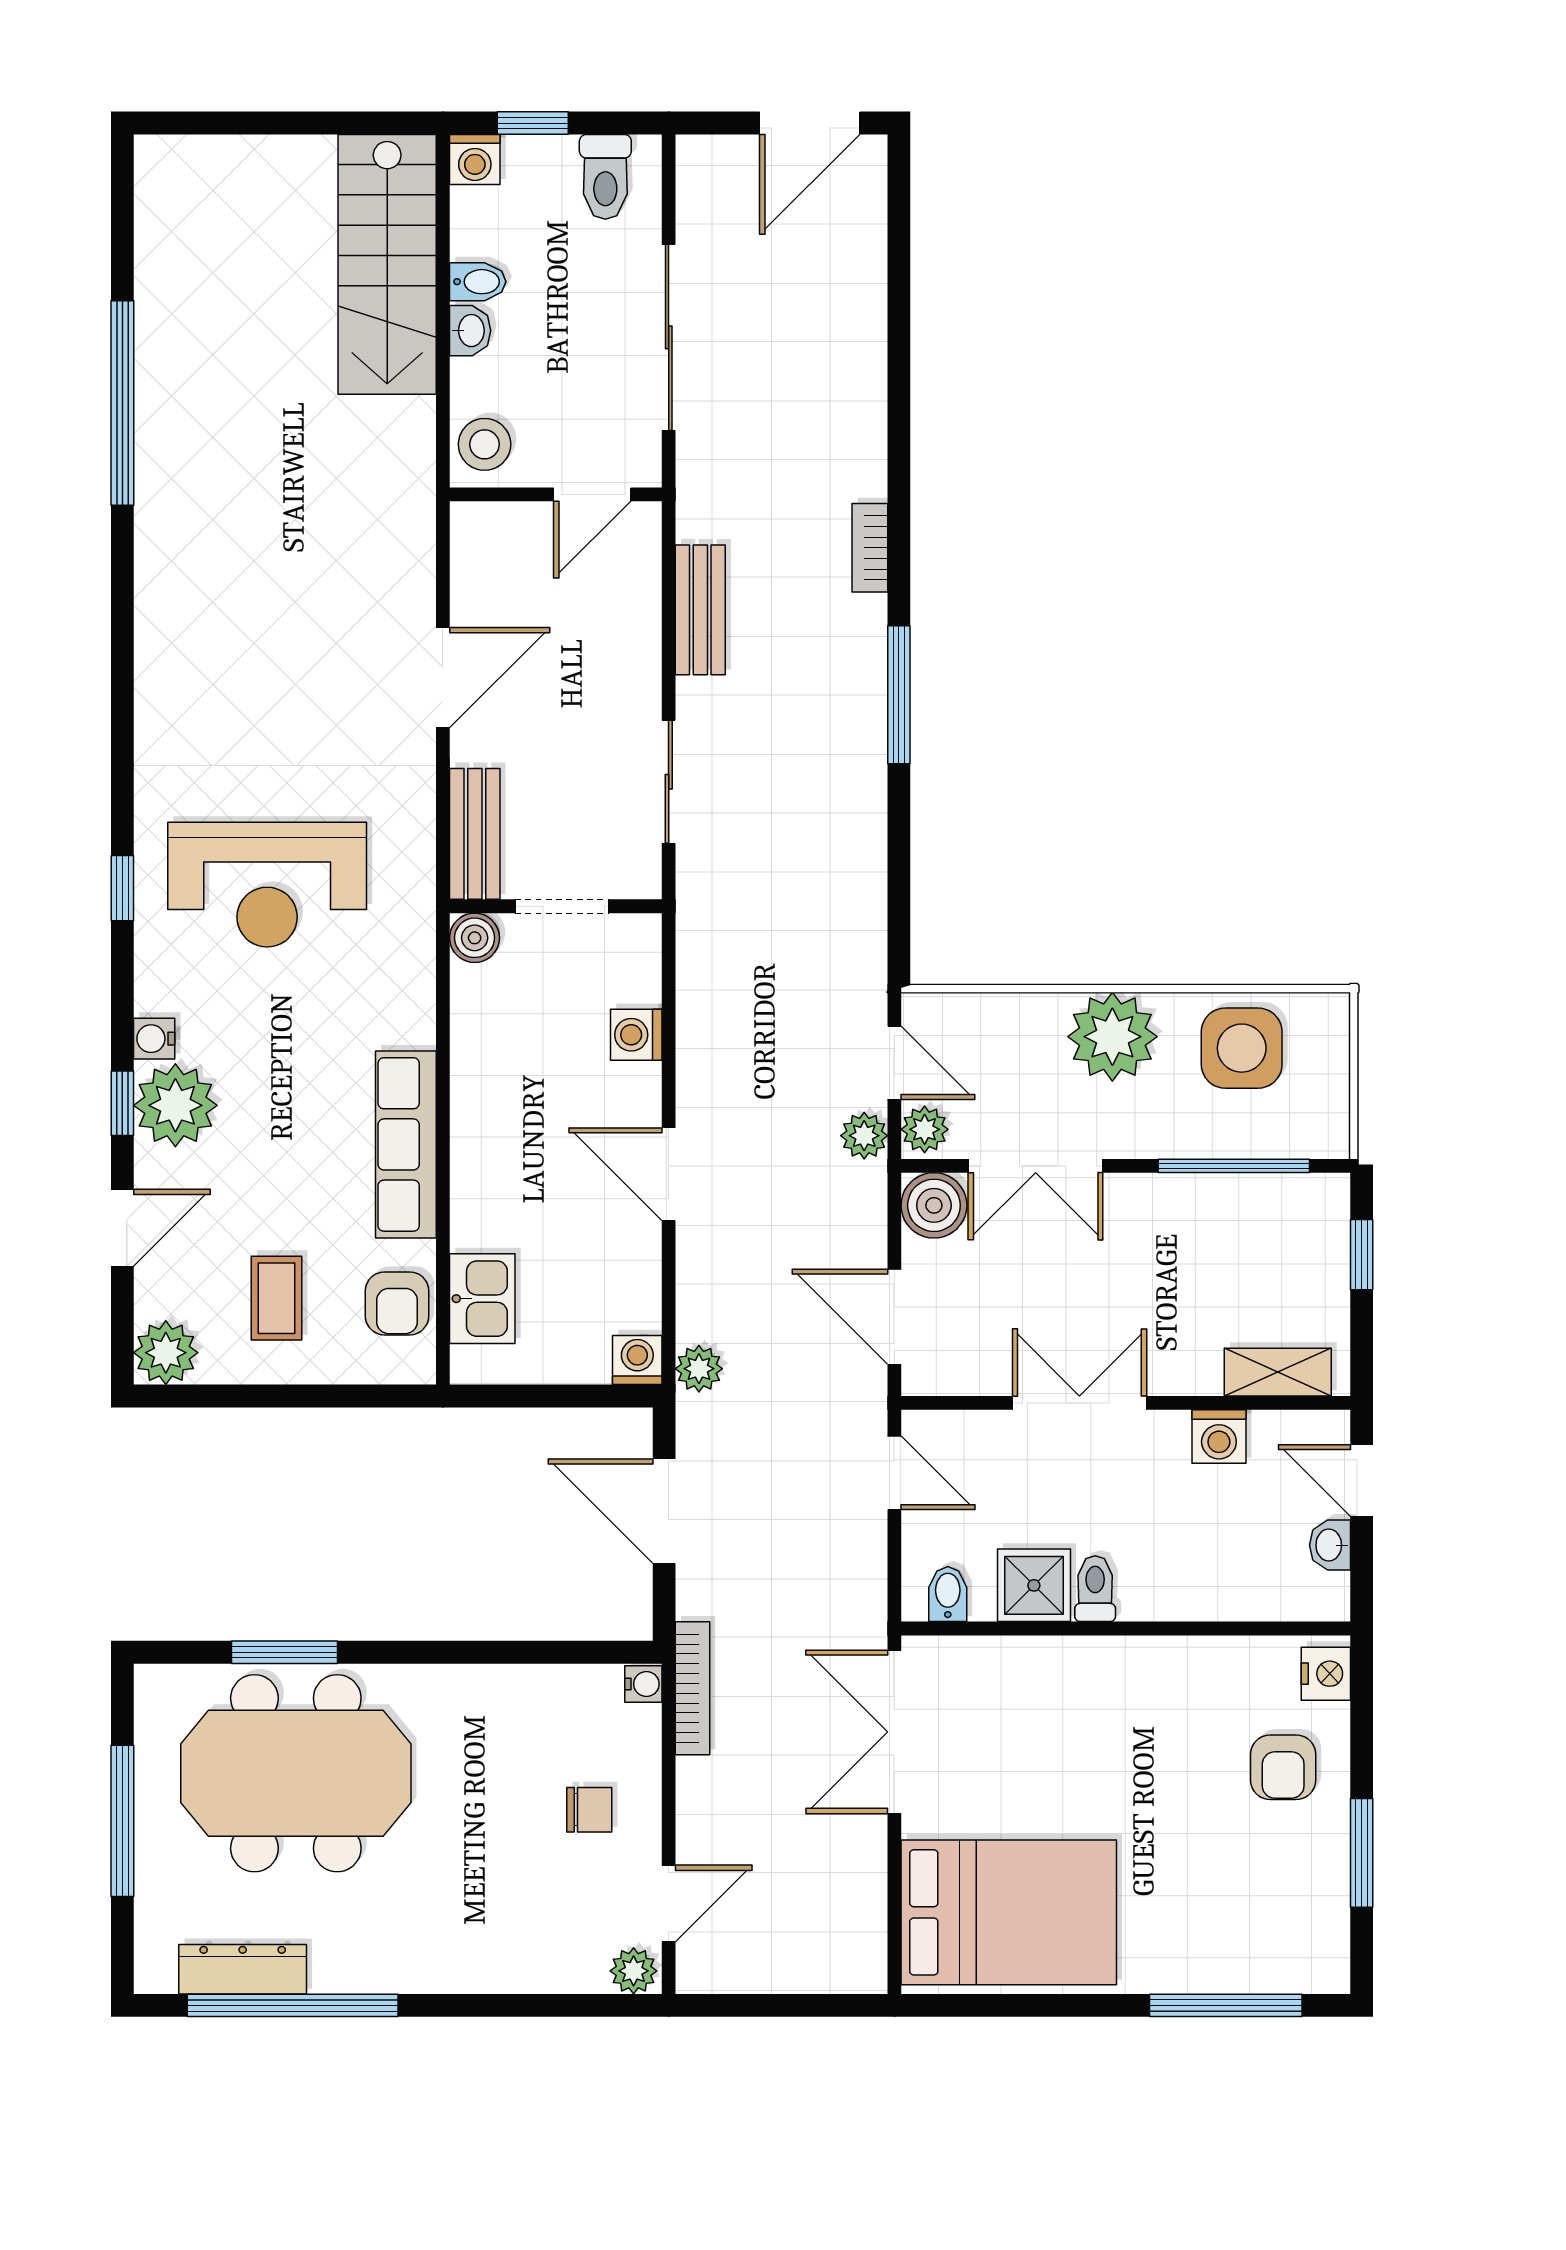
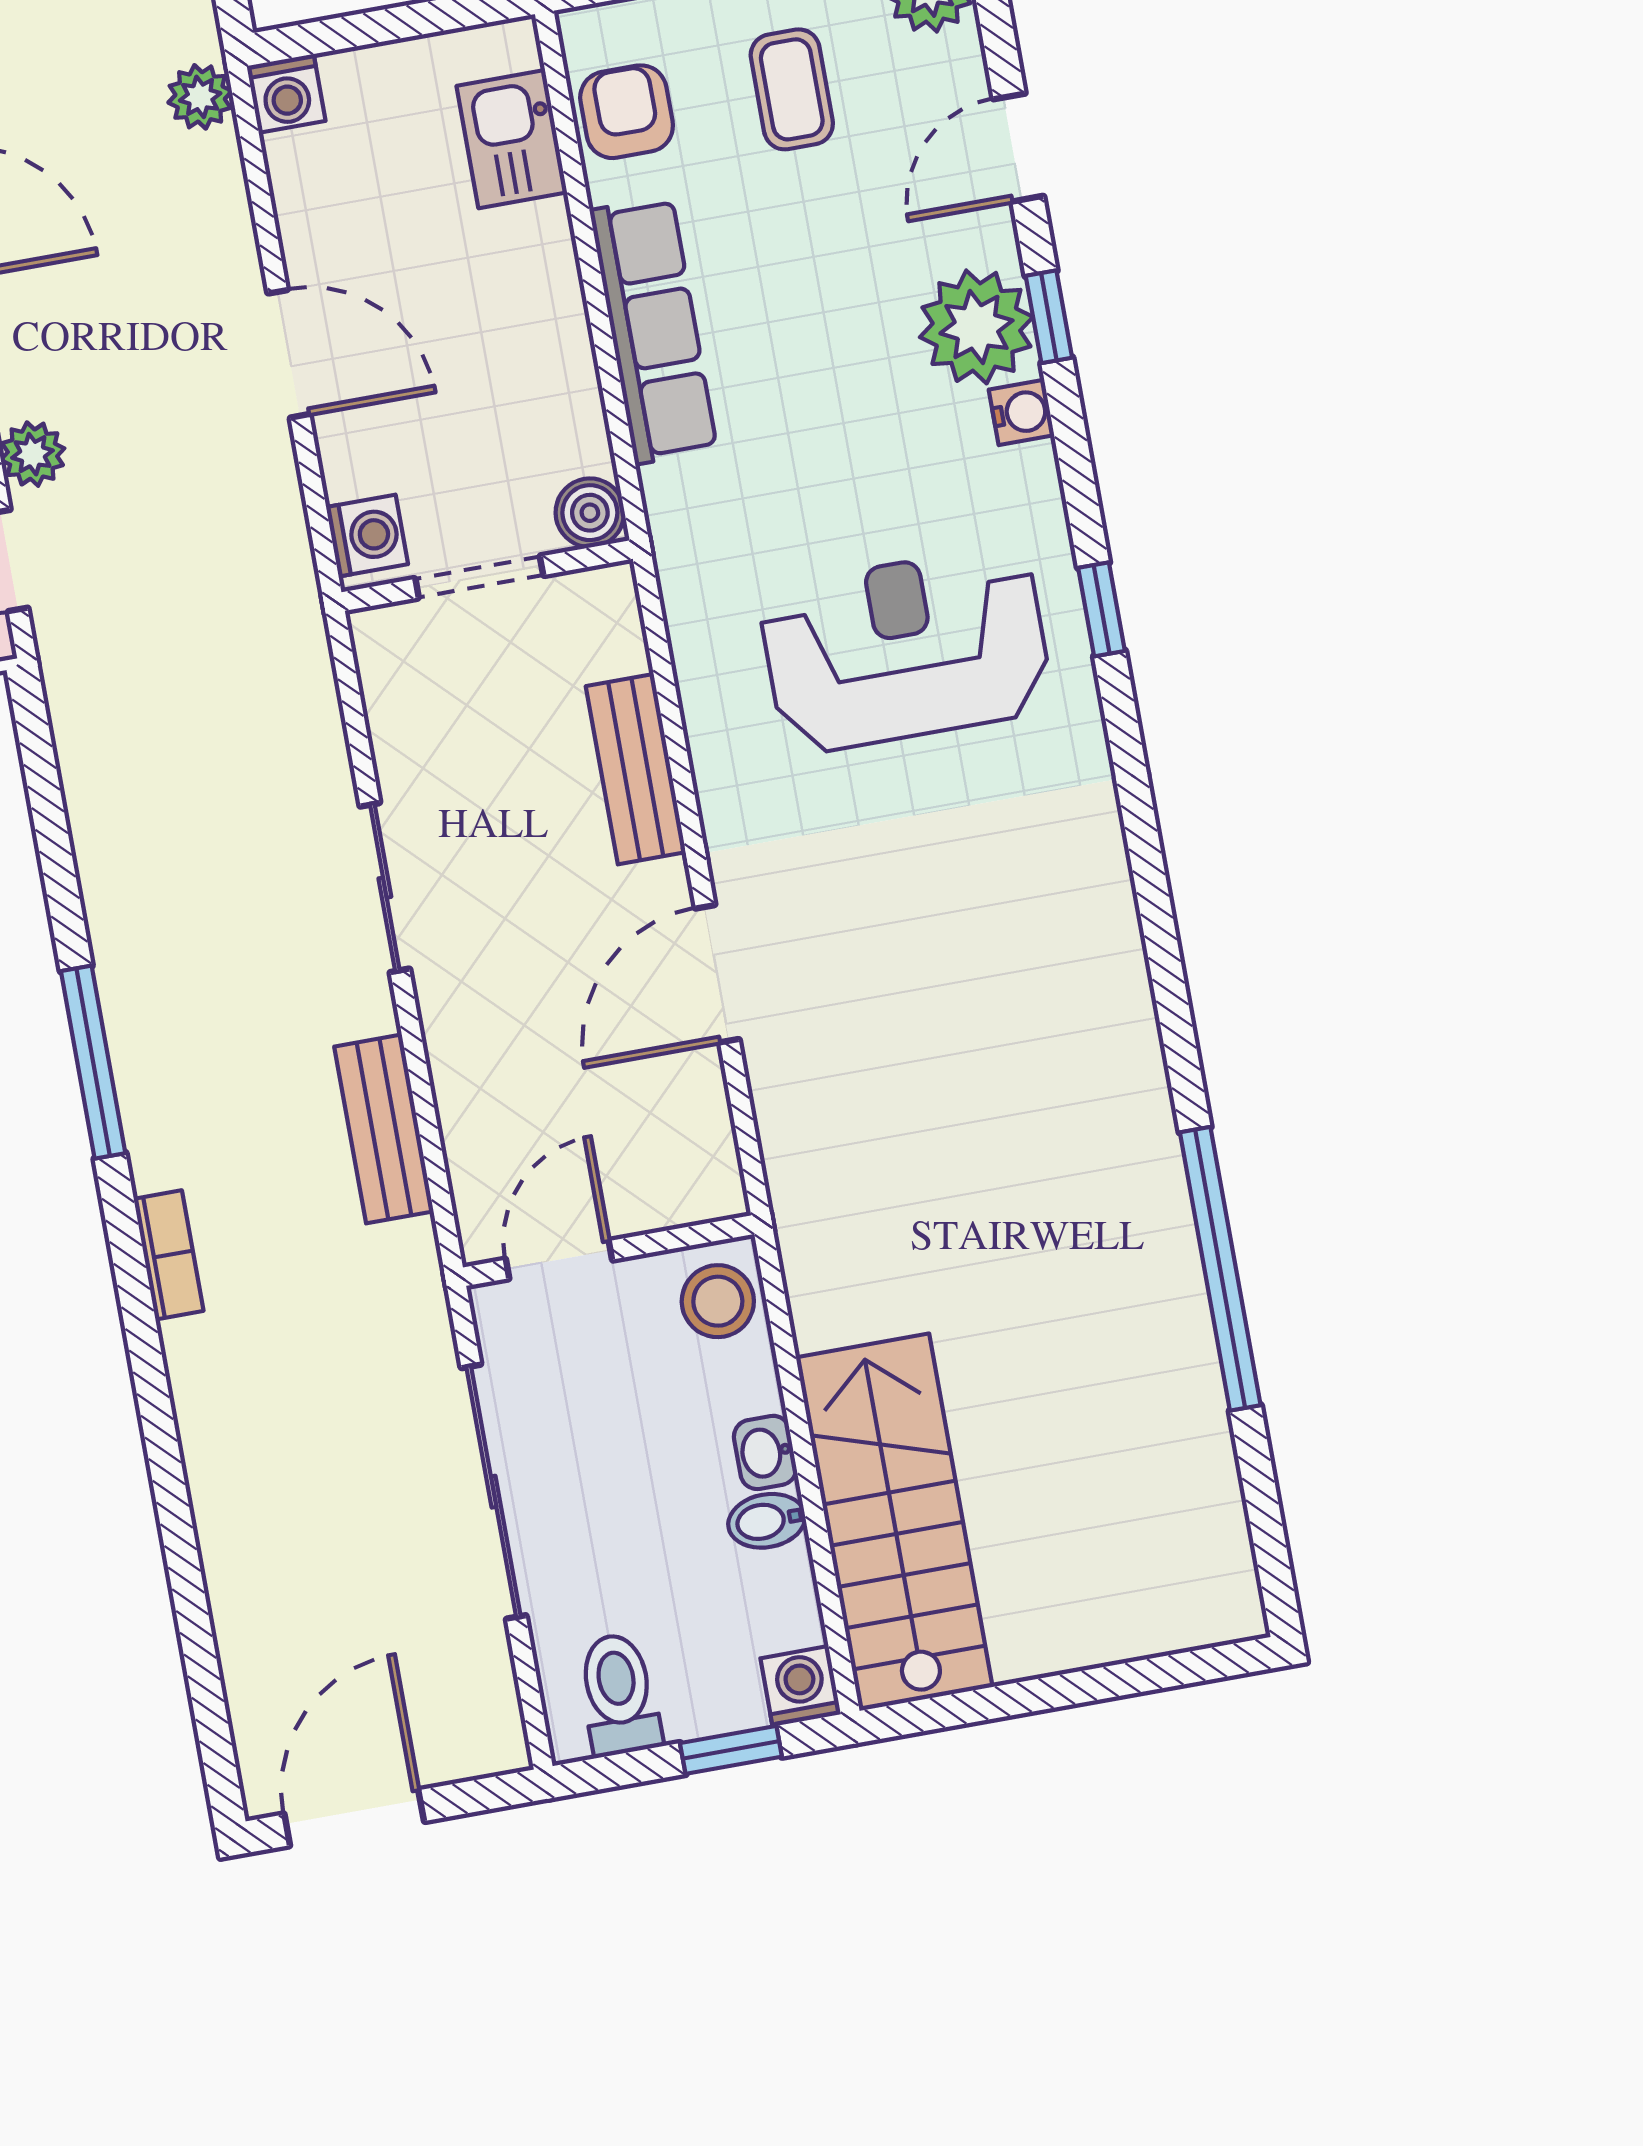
wall: (556, 906) -> (487, 576), moved
doorway: (562, 906) -> (479, 577), moved
boiler: (475, 938) -> (590, 513), moved

